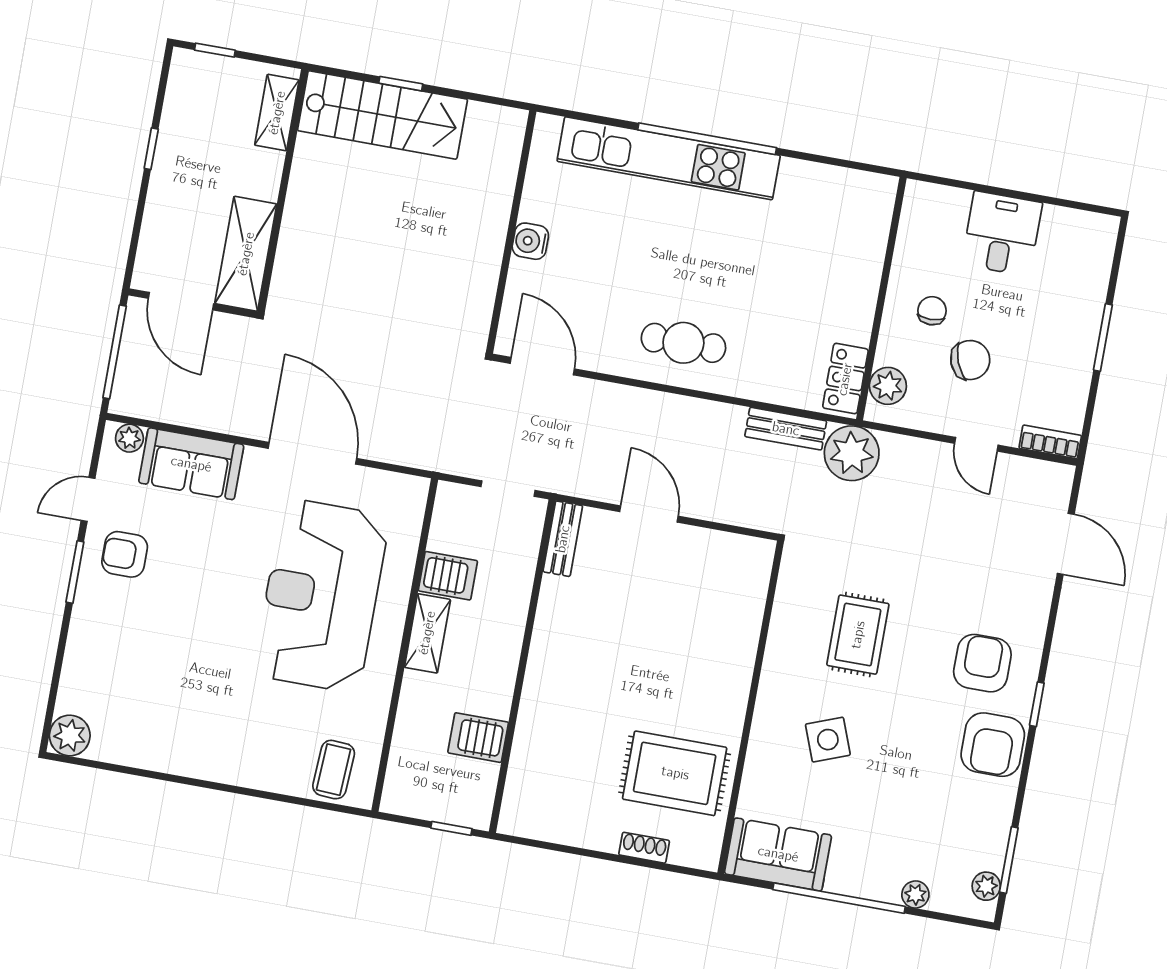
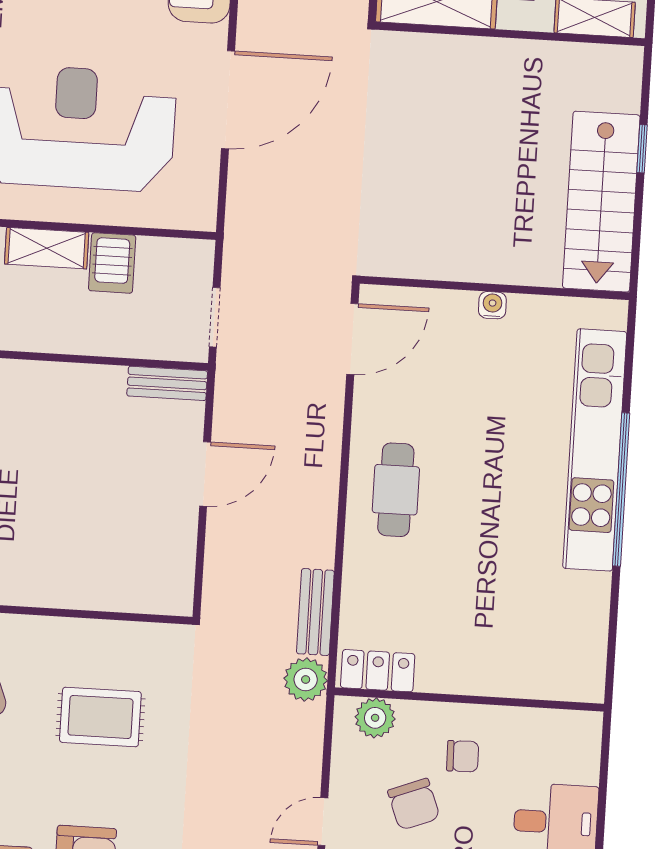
stairs: (382, 115) -> (601, 202), moved
water cooler: (530, 241) -> (492, 305), width x0.72, depth x0.72
plant: (852, 453) -> (306, 679), width x0.73, depth x0.73

